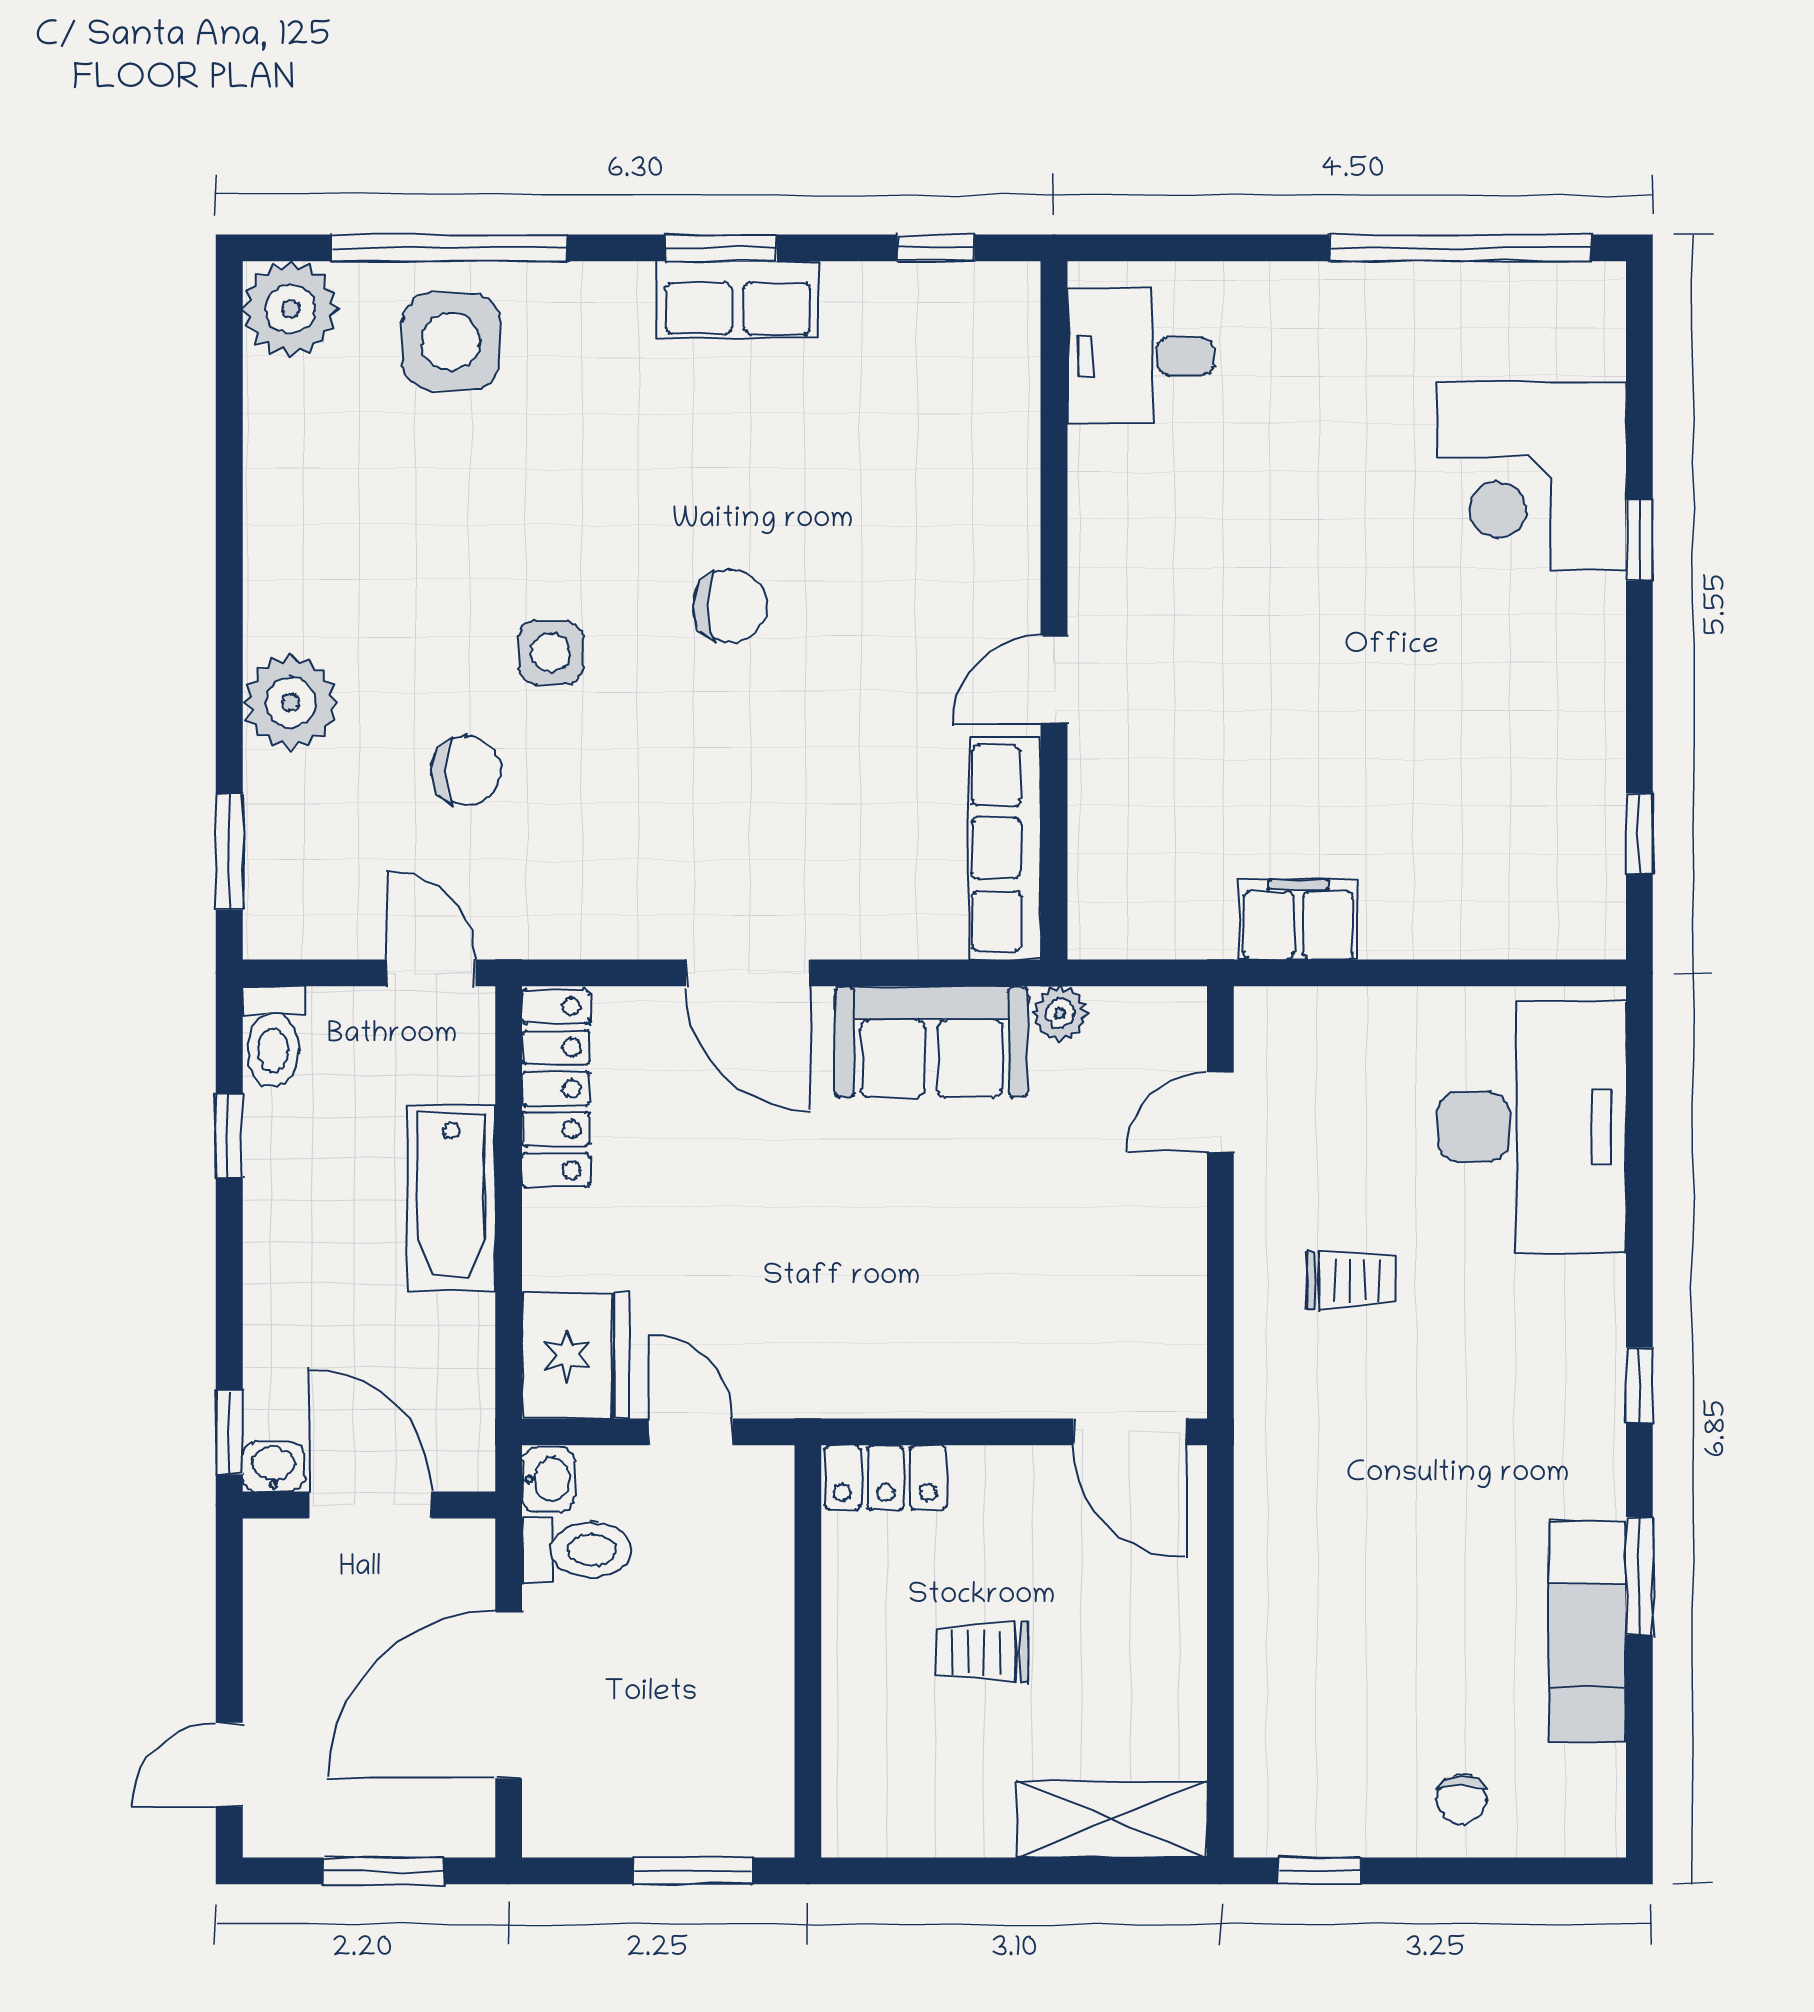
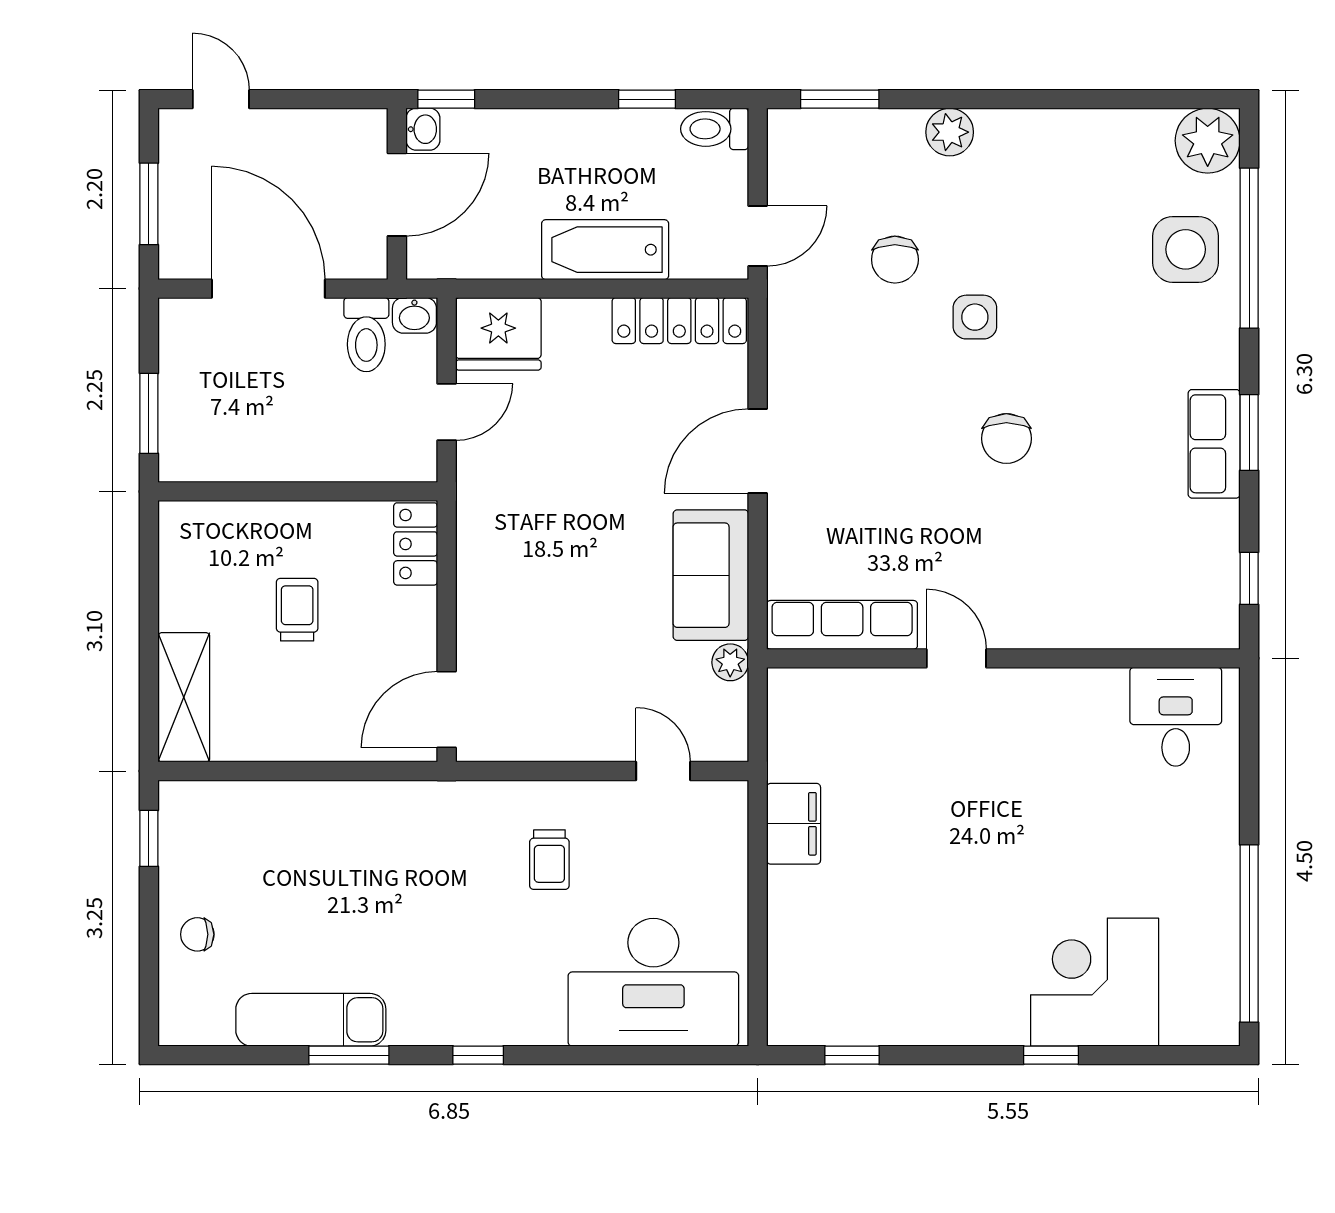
plant: (290, 702) -> (950, 132), width x0.73, depth x0.73

